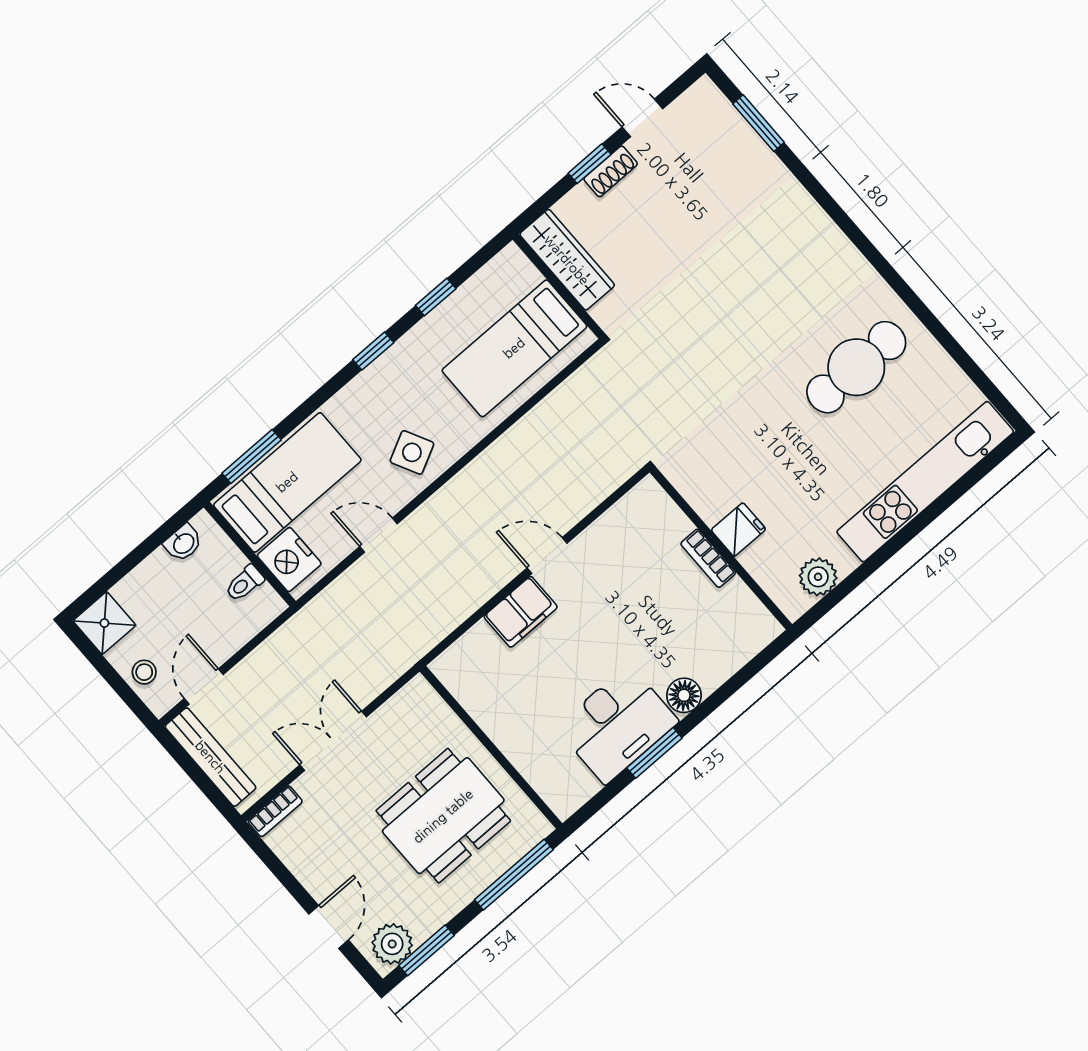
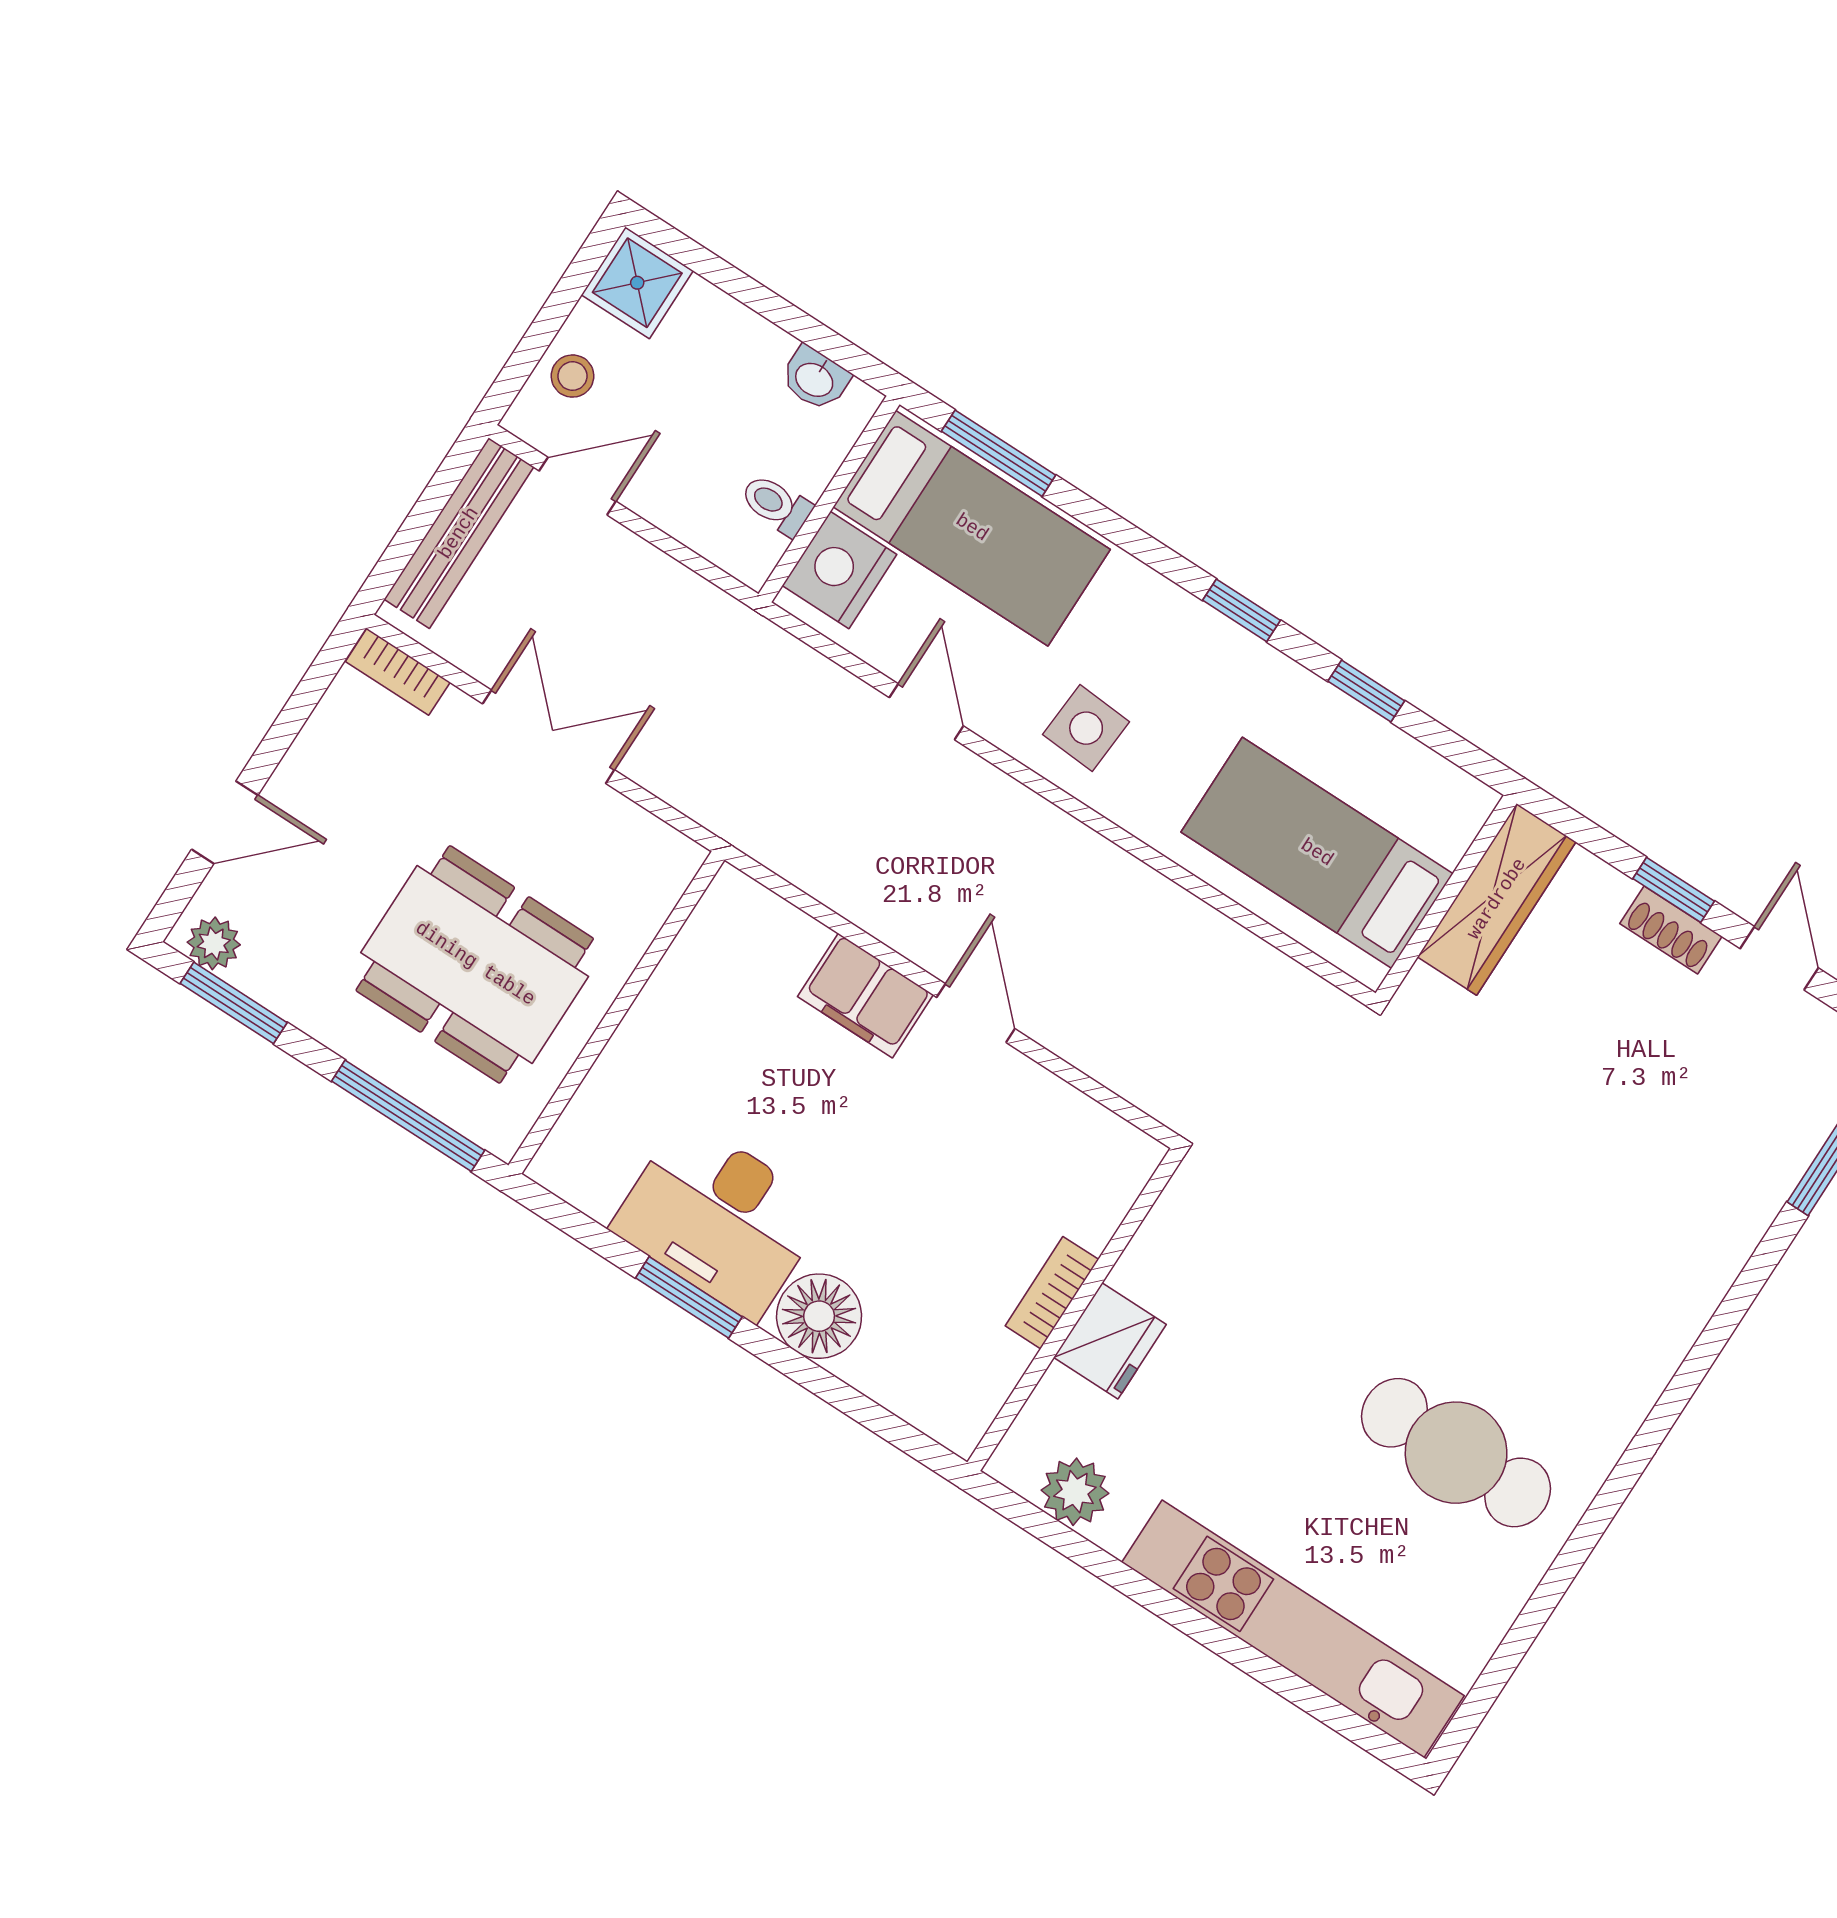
side table: (412, 452) -> (1086, 728), turned 31
fridge: (738, 530) -> (1110, 1341), width x1.38
floor lamp: (684, 695) -> (819, 1316), width x1.38, depth x1.38
plant: (392, 944) -> (214, 943), width x0.73, depth x0.73

